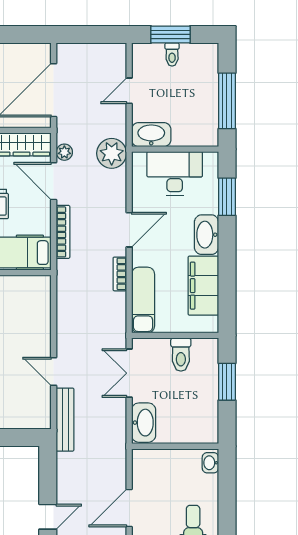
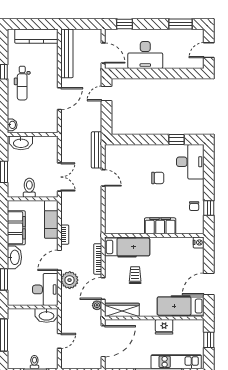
plant: (112, 153) -> (70, 280), moved
desk: (175, 173) -> (45, 289), moved, turned -90
door: (54, 181) -> (103, 288), swing flipped
washbasin: (144, 423) -> (21, 143), moved, turned -90

